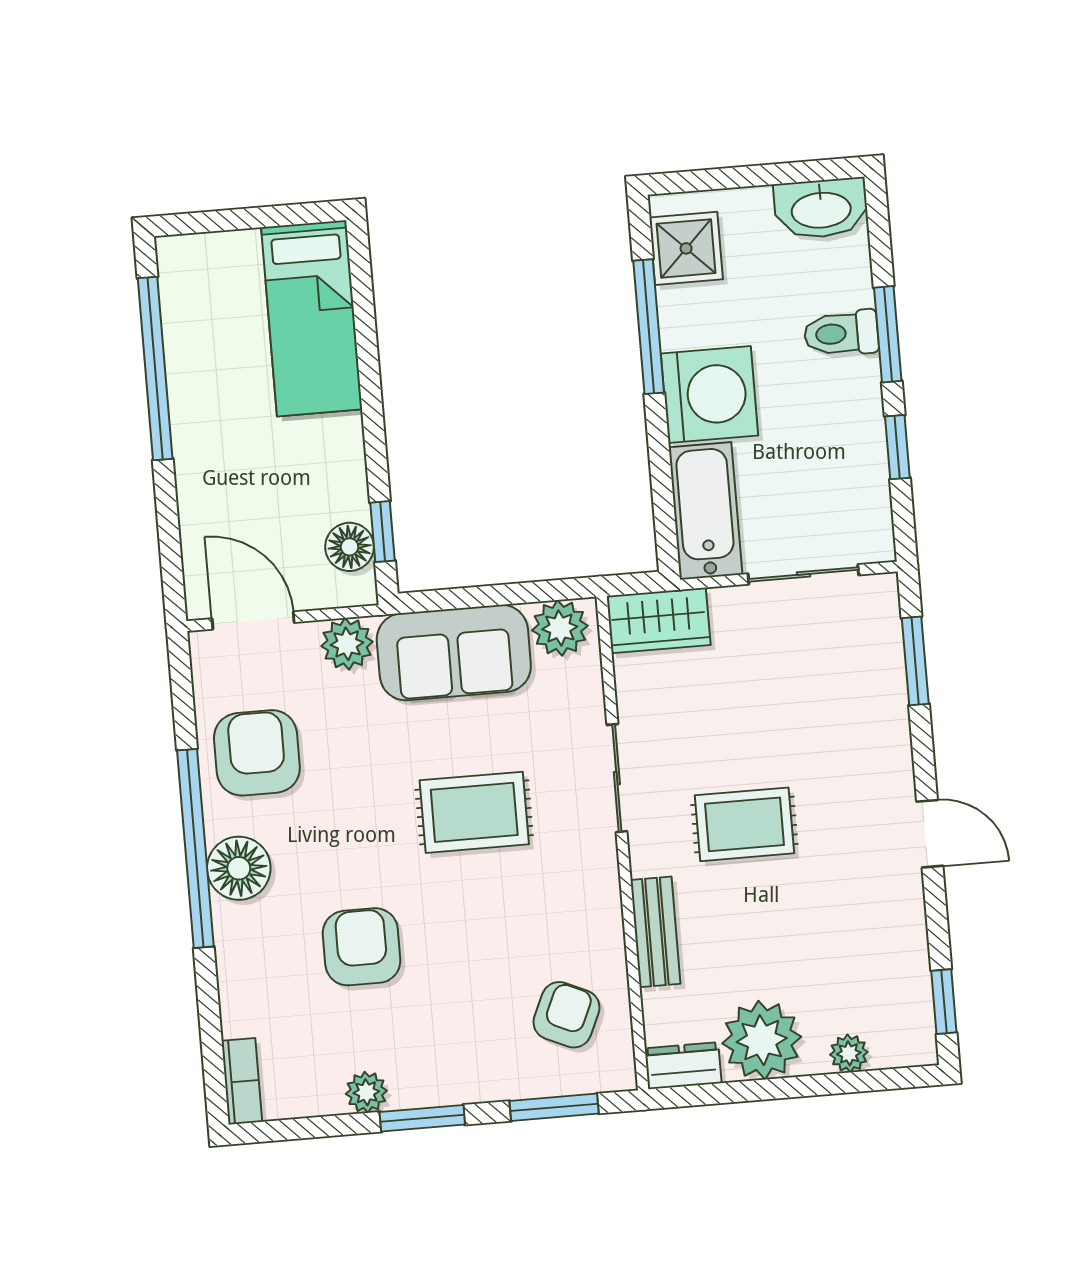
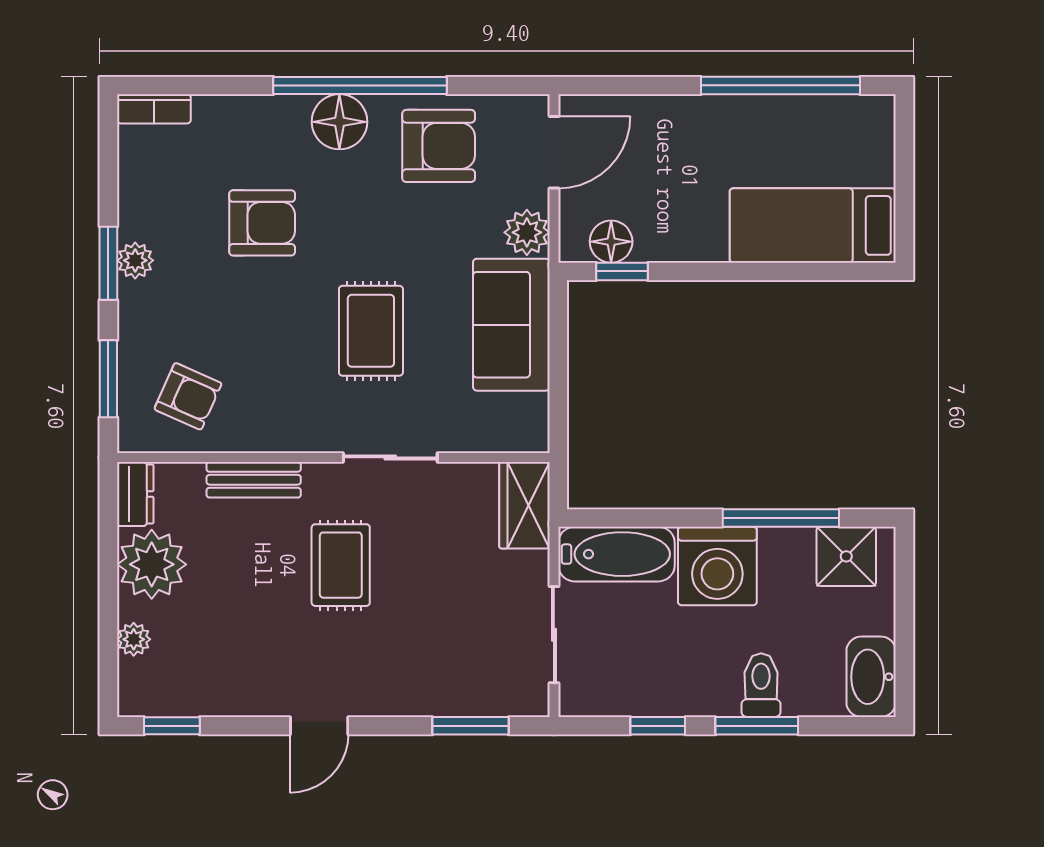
plant: (560, 628) -> (525, 419), removed
plant: (366, 1092) -> (135, 260), moved

